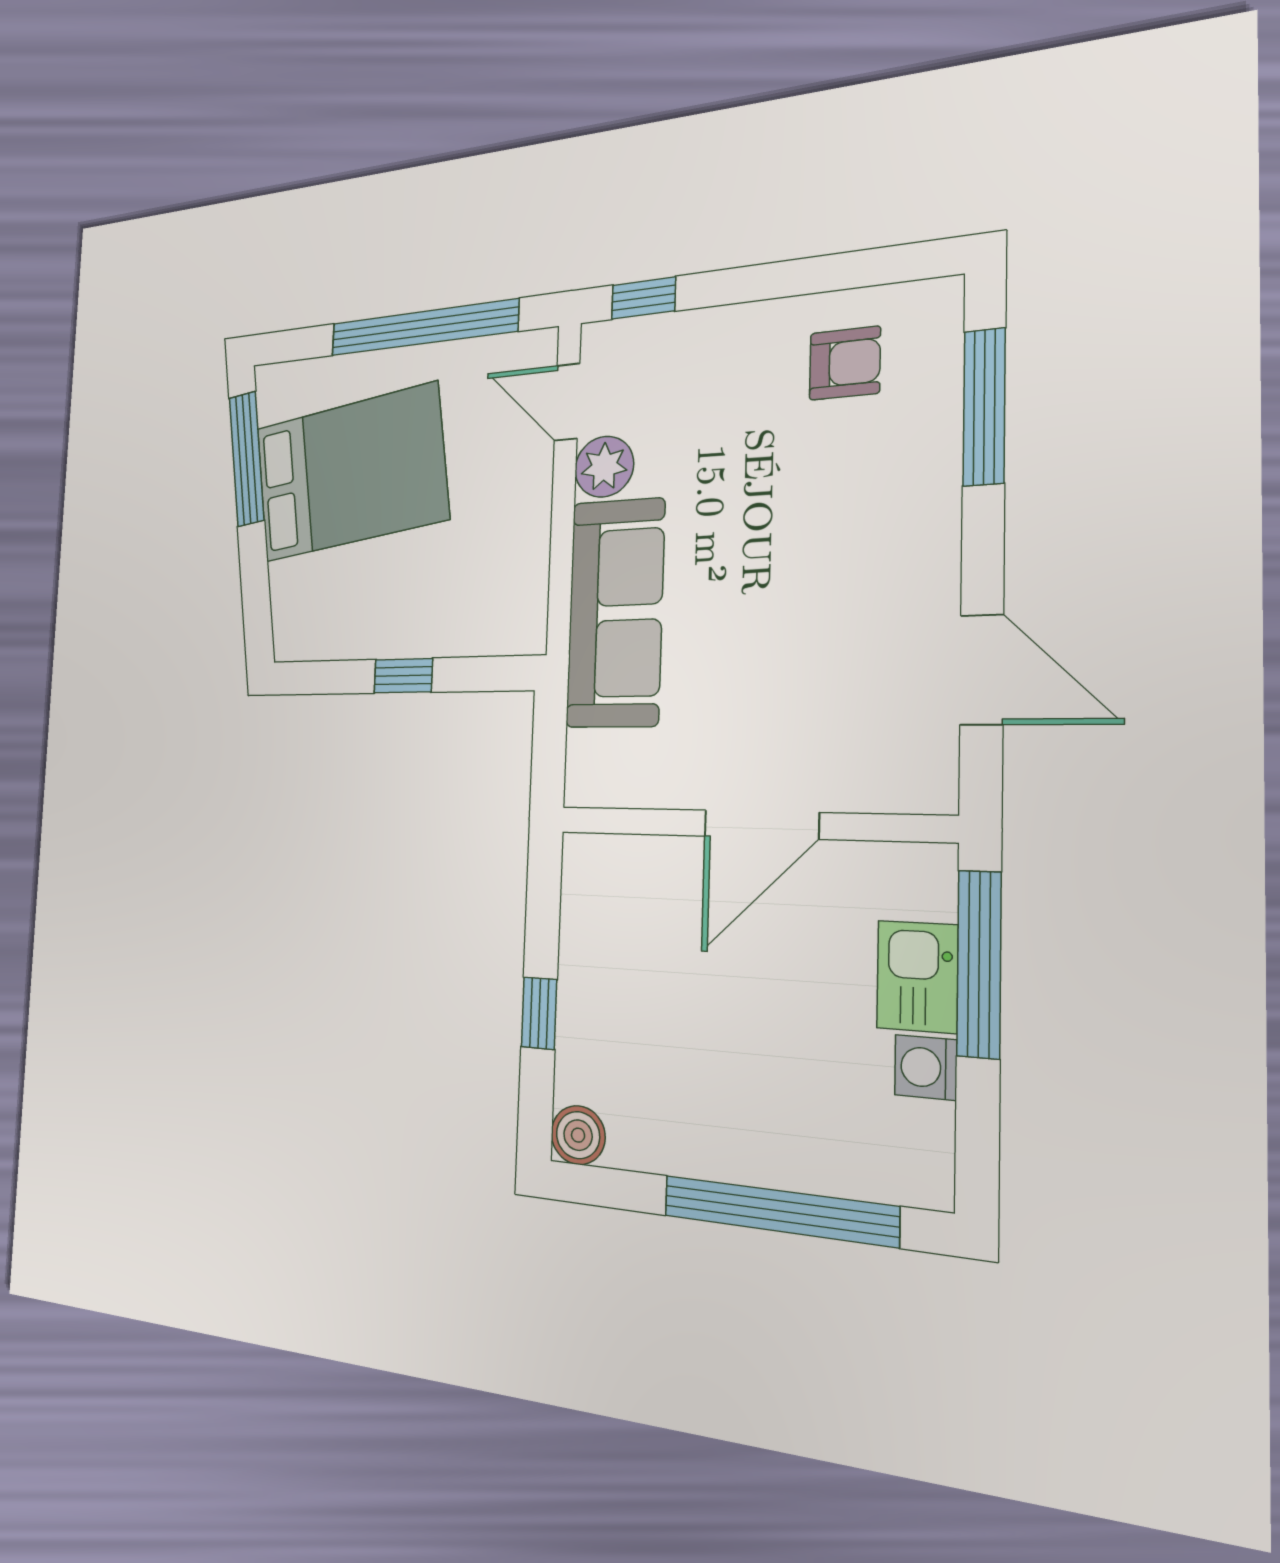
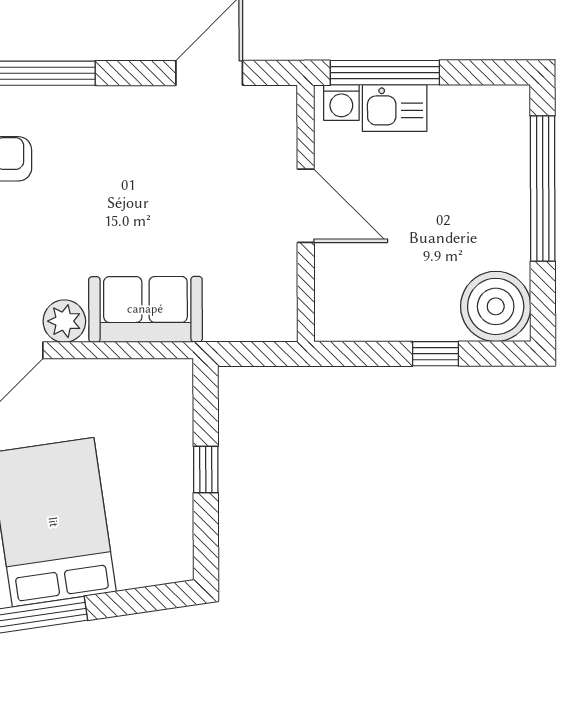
sofa: (615, 613) -> (145, 309), width x0.73
washing machine: (926, 1067) -> (341, 103), moved
boiler: (578, 1135) -> (496, 306), width x1.86, depth x1.86

